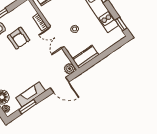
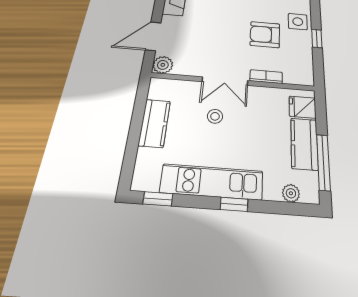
double door: (56, 37) -> (225, 81), swing flipped
kitchen counter: (85, 57) -> (154, 123), moved

